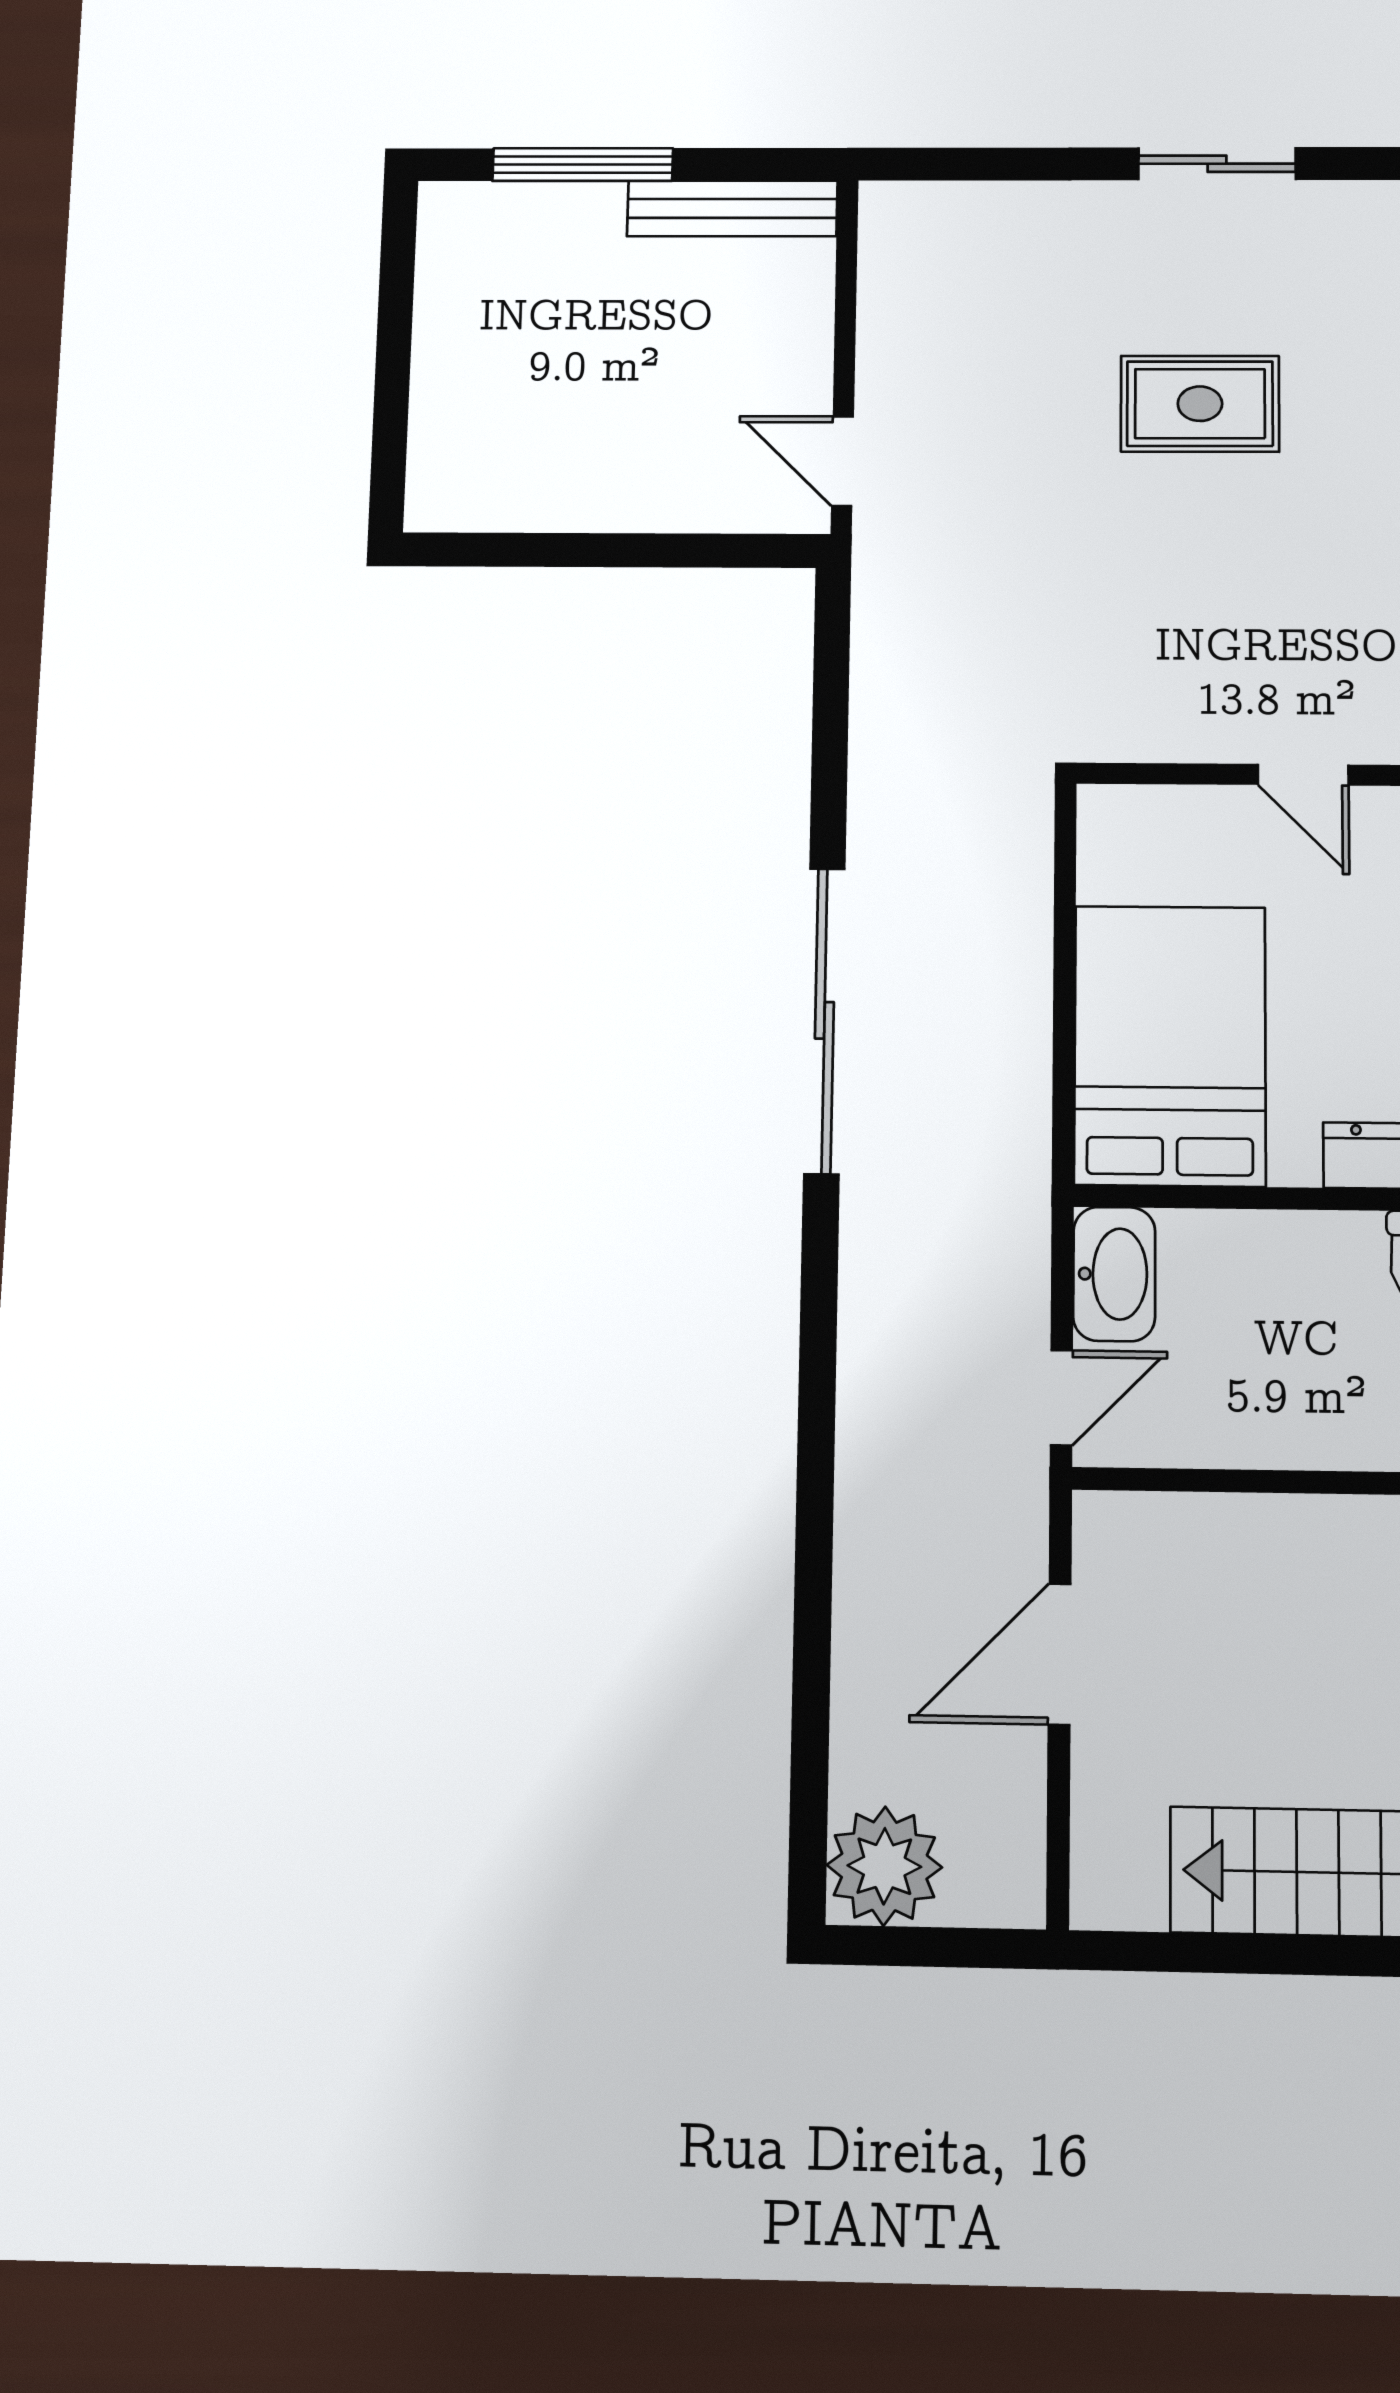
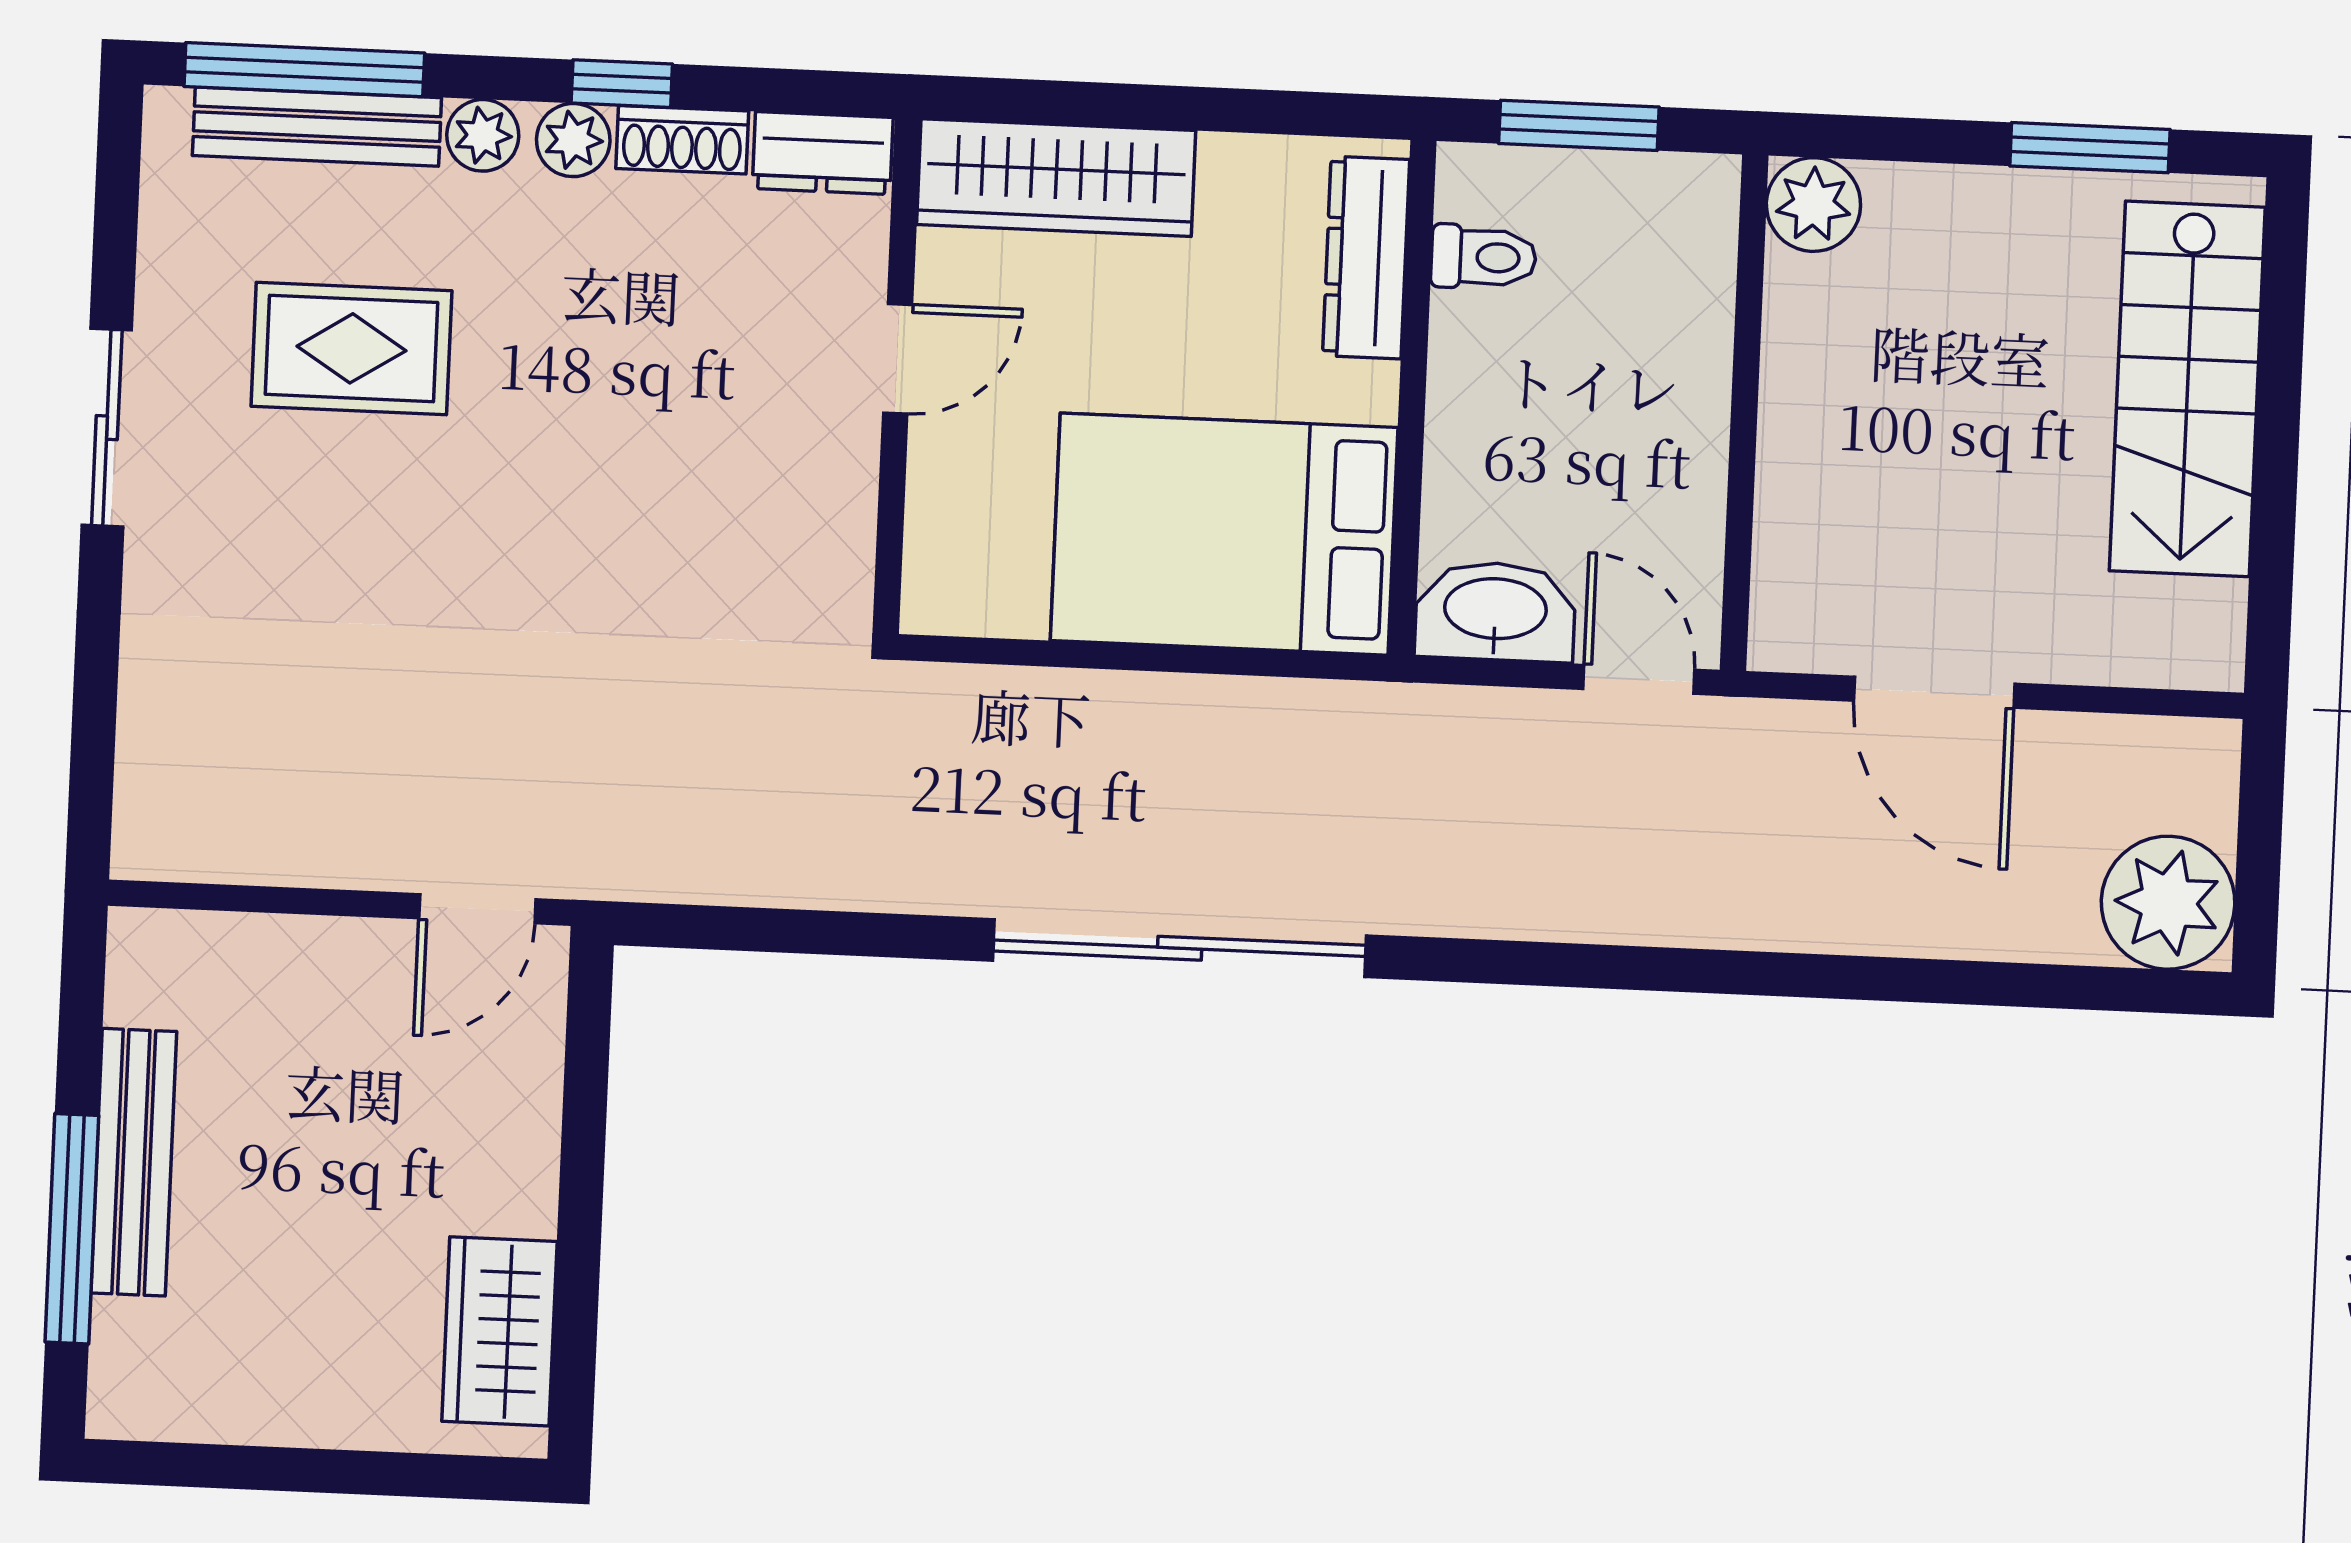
bench: (732, 208) -> (134, 1162), moved
rug: (1200, 404) -> (351, 348), moved, turned 90
wardrobe: (504, 491) -> (499, 1331), added

